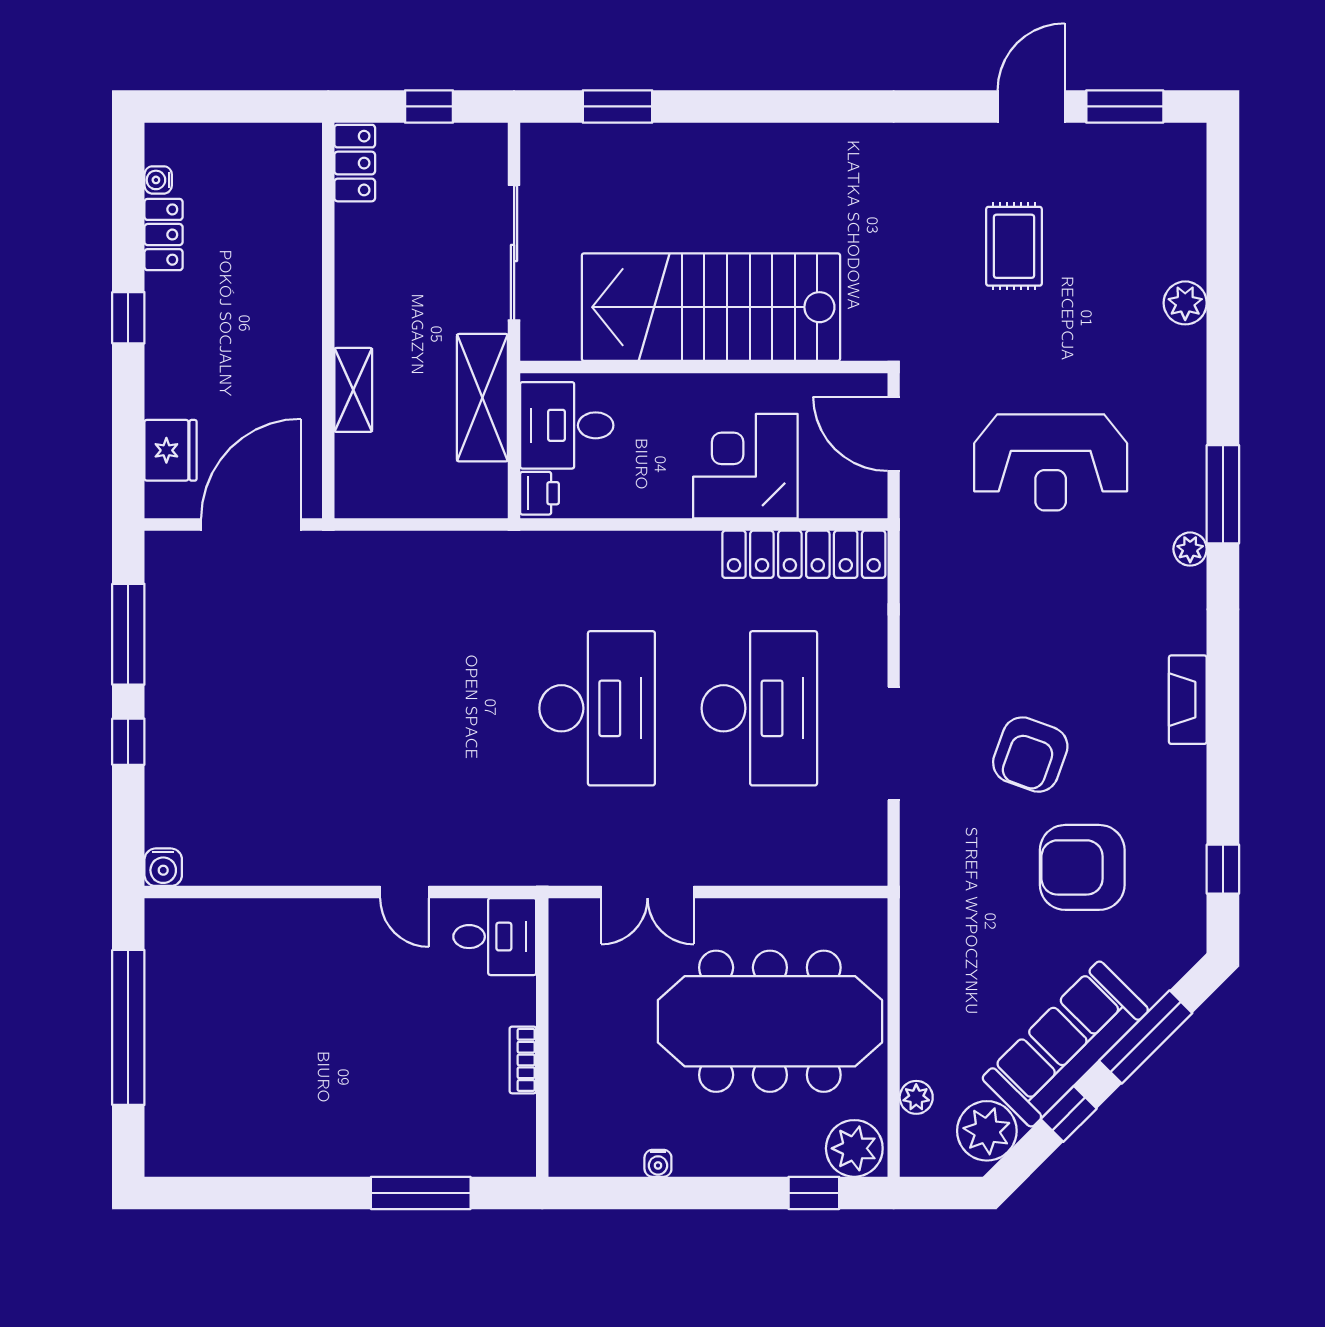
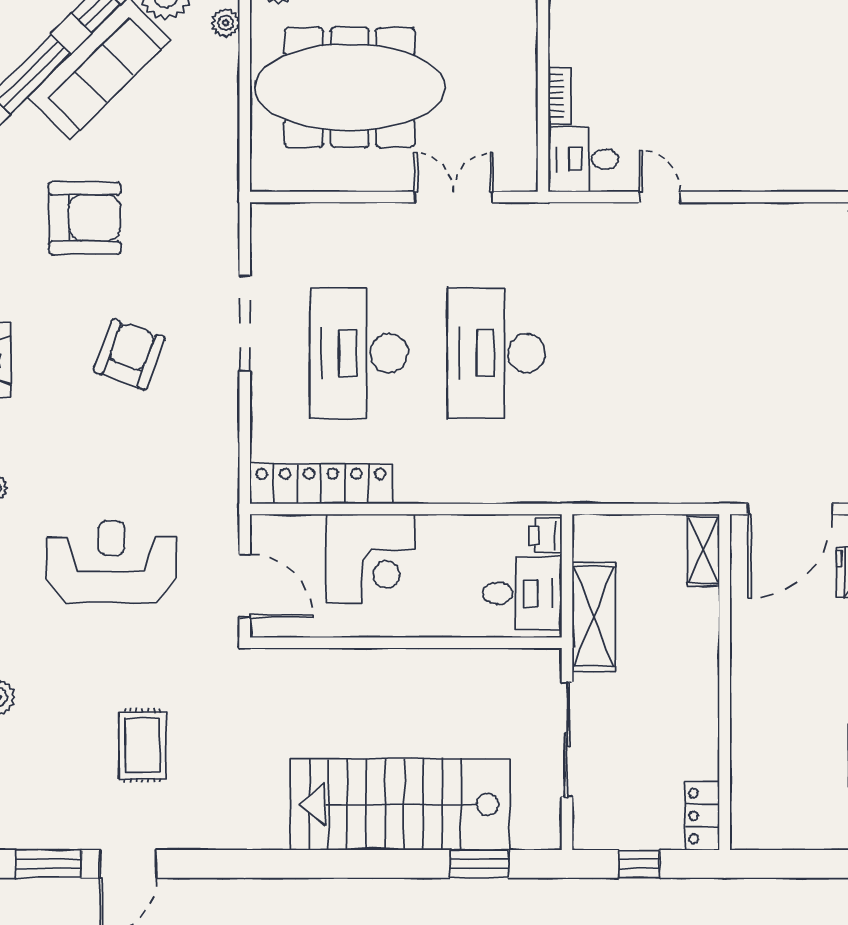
stairs: (711, 307) -> (400, 805), moved, turned 180
shelving: (353, 390) -> (703, 550), moved
armchair: (1030, 755) -> (129, 354), moved
bookcase: (523, 1060) -> (559, 96), moved

